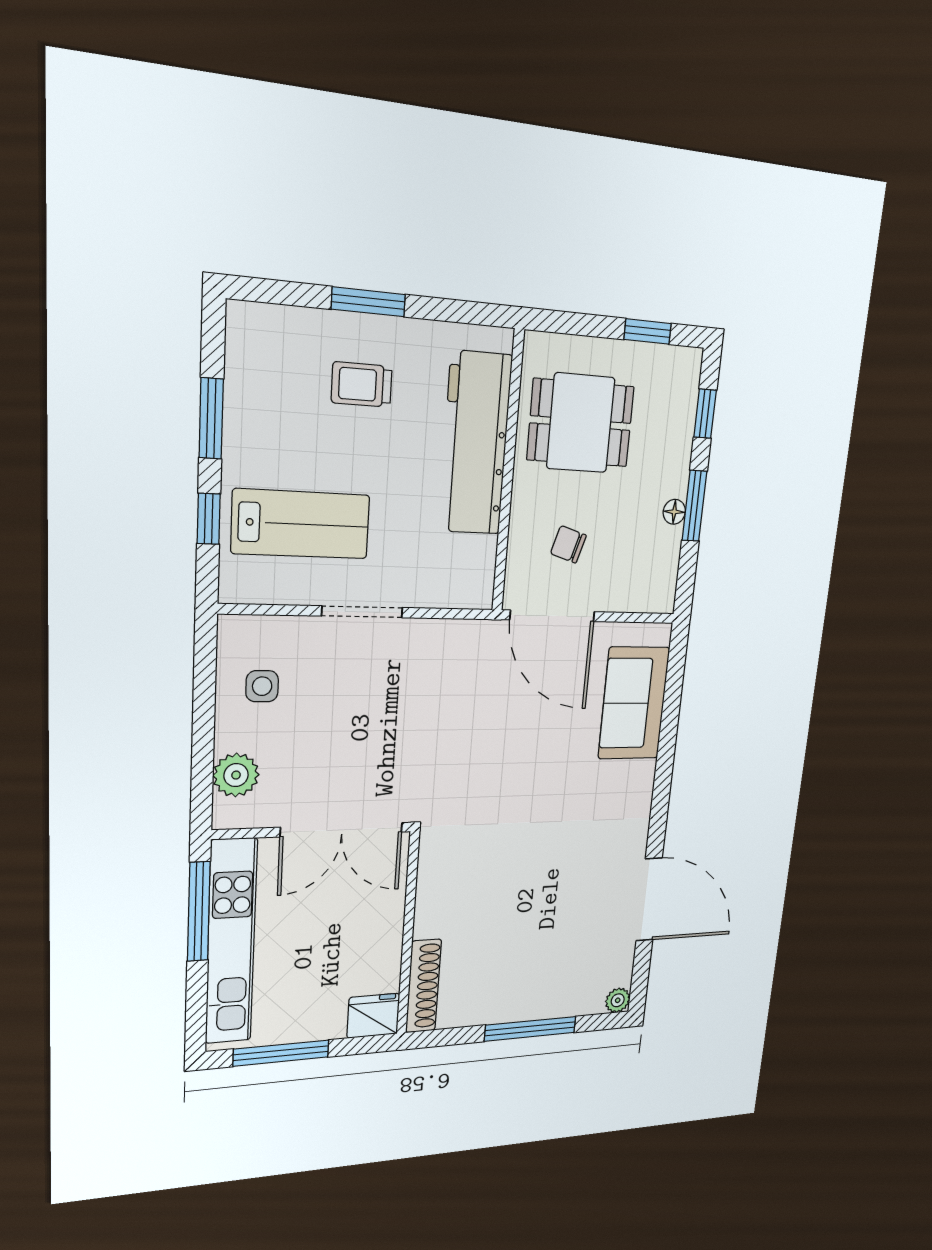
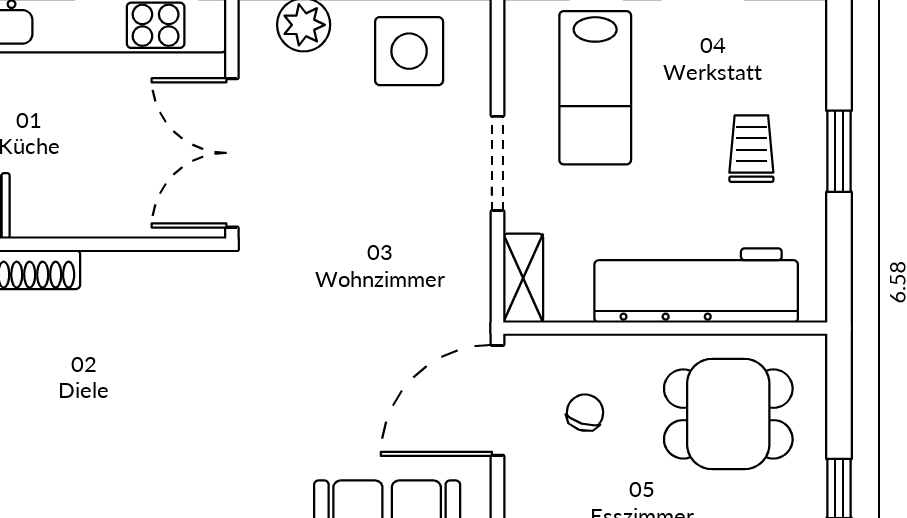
dining table: (581, 423) -> (728, 414), turned 90
shelving: (459, 592) -> (523, 278), added
side table: (262, 686) -> (409, 51), width x1.87, depth x1.87

